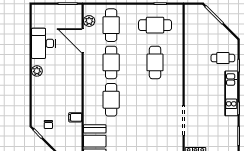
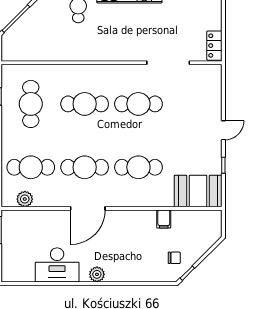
door: (83, 41) -> (88, 208), moved
cafe table: (155, 100) -> (138, 104), added

